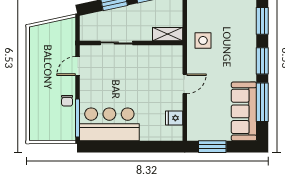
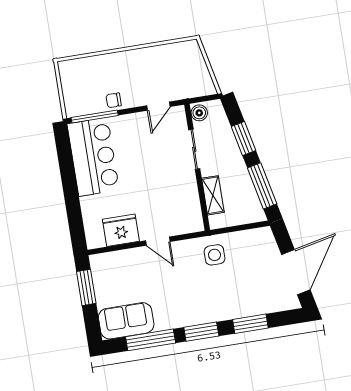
boiler: (88, 34) -> (199, 113), added
shelving: (168, 34) -> (213, 195), moved
door: (77, 66) -> (158, 106), swing flipped
sofa: (244, 111) -> (126, 321), width x0.73
fridge: (174, 118) -> (121, 230), width x1.88, depth x1.34

